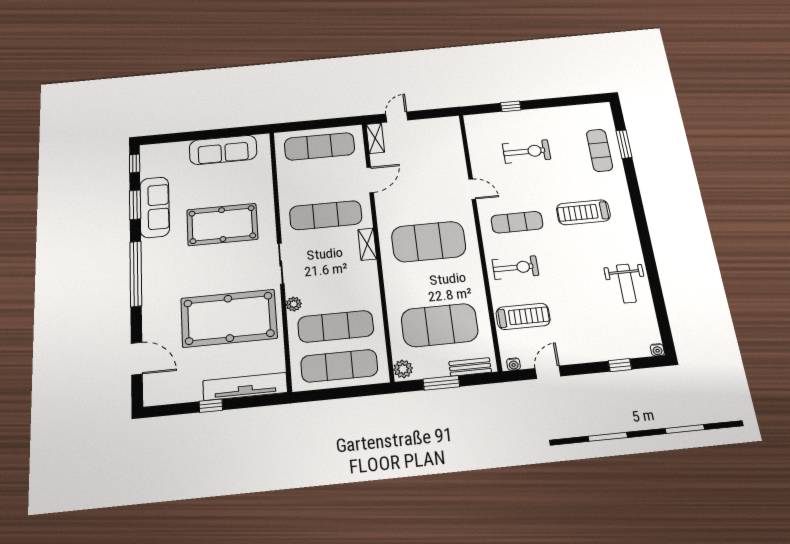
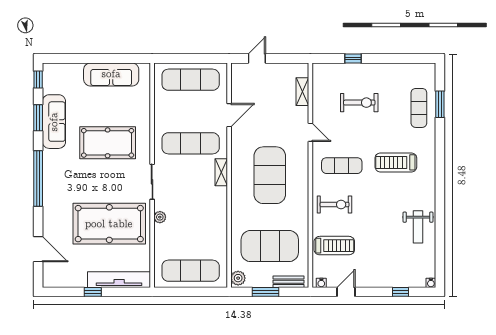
shelving: (375, 138) -> (302, 92), moved
exercise mat: (429, 242) -> (270, 175), turned 90
exercise mat: (336, 326) -> (191, 239), removed

